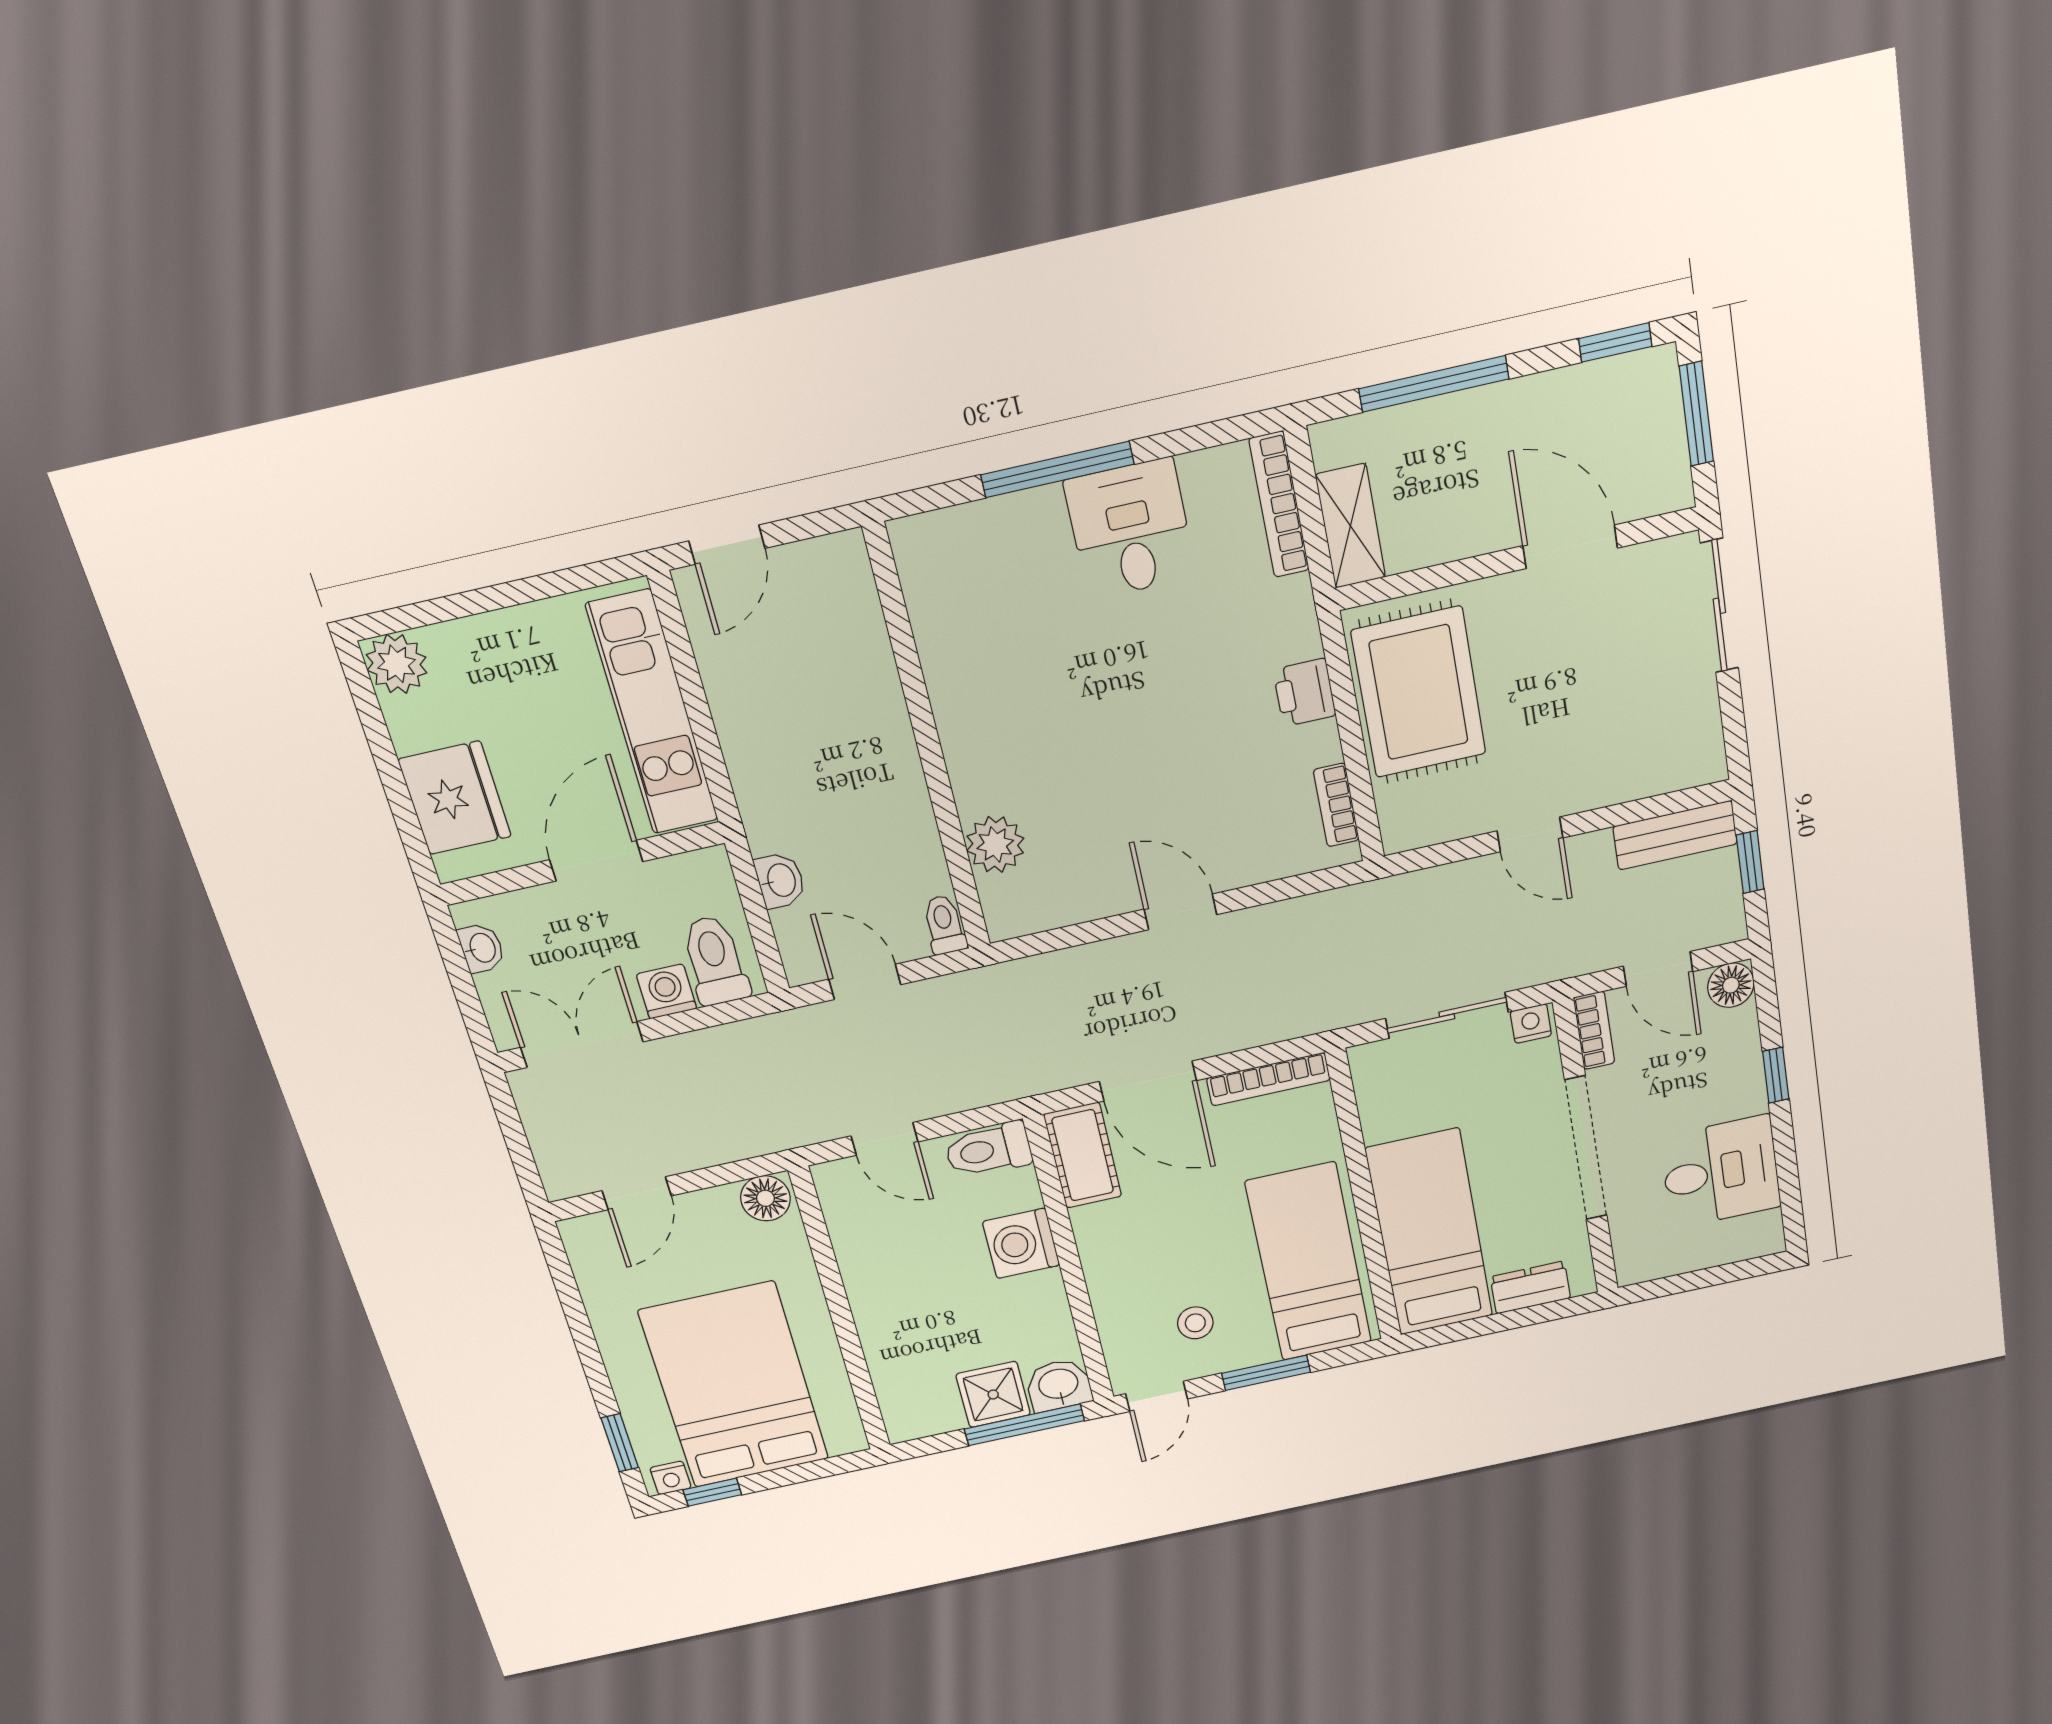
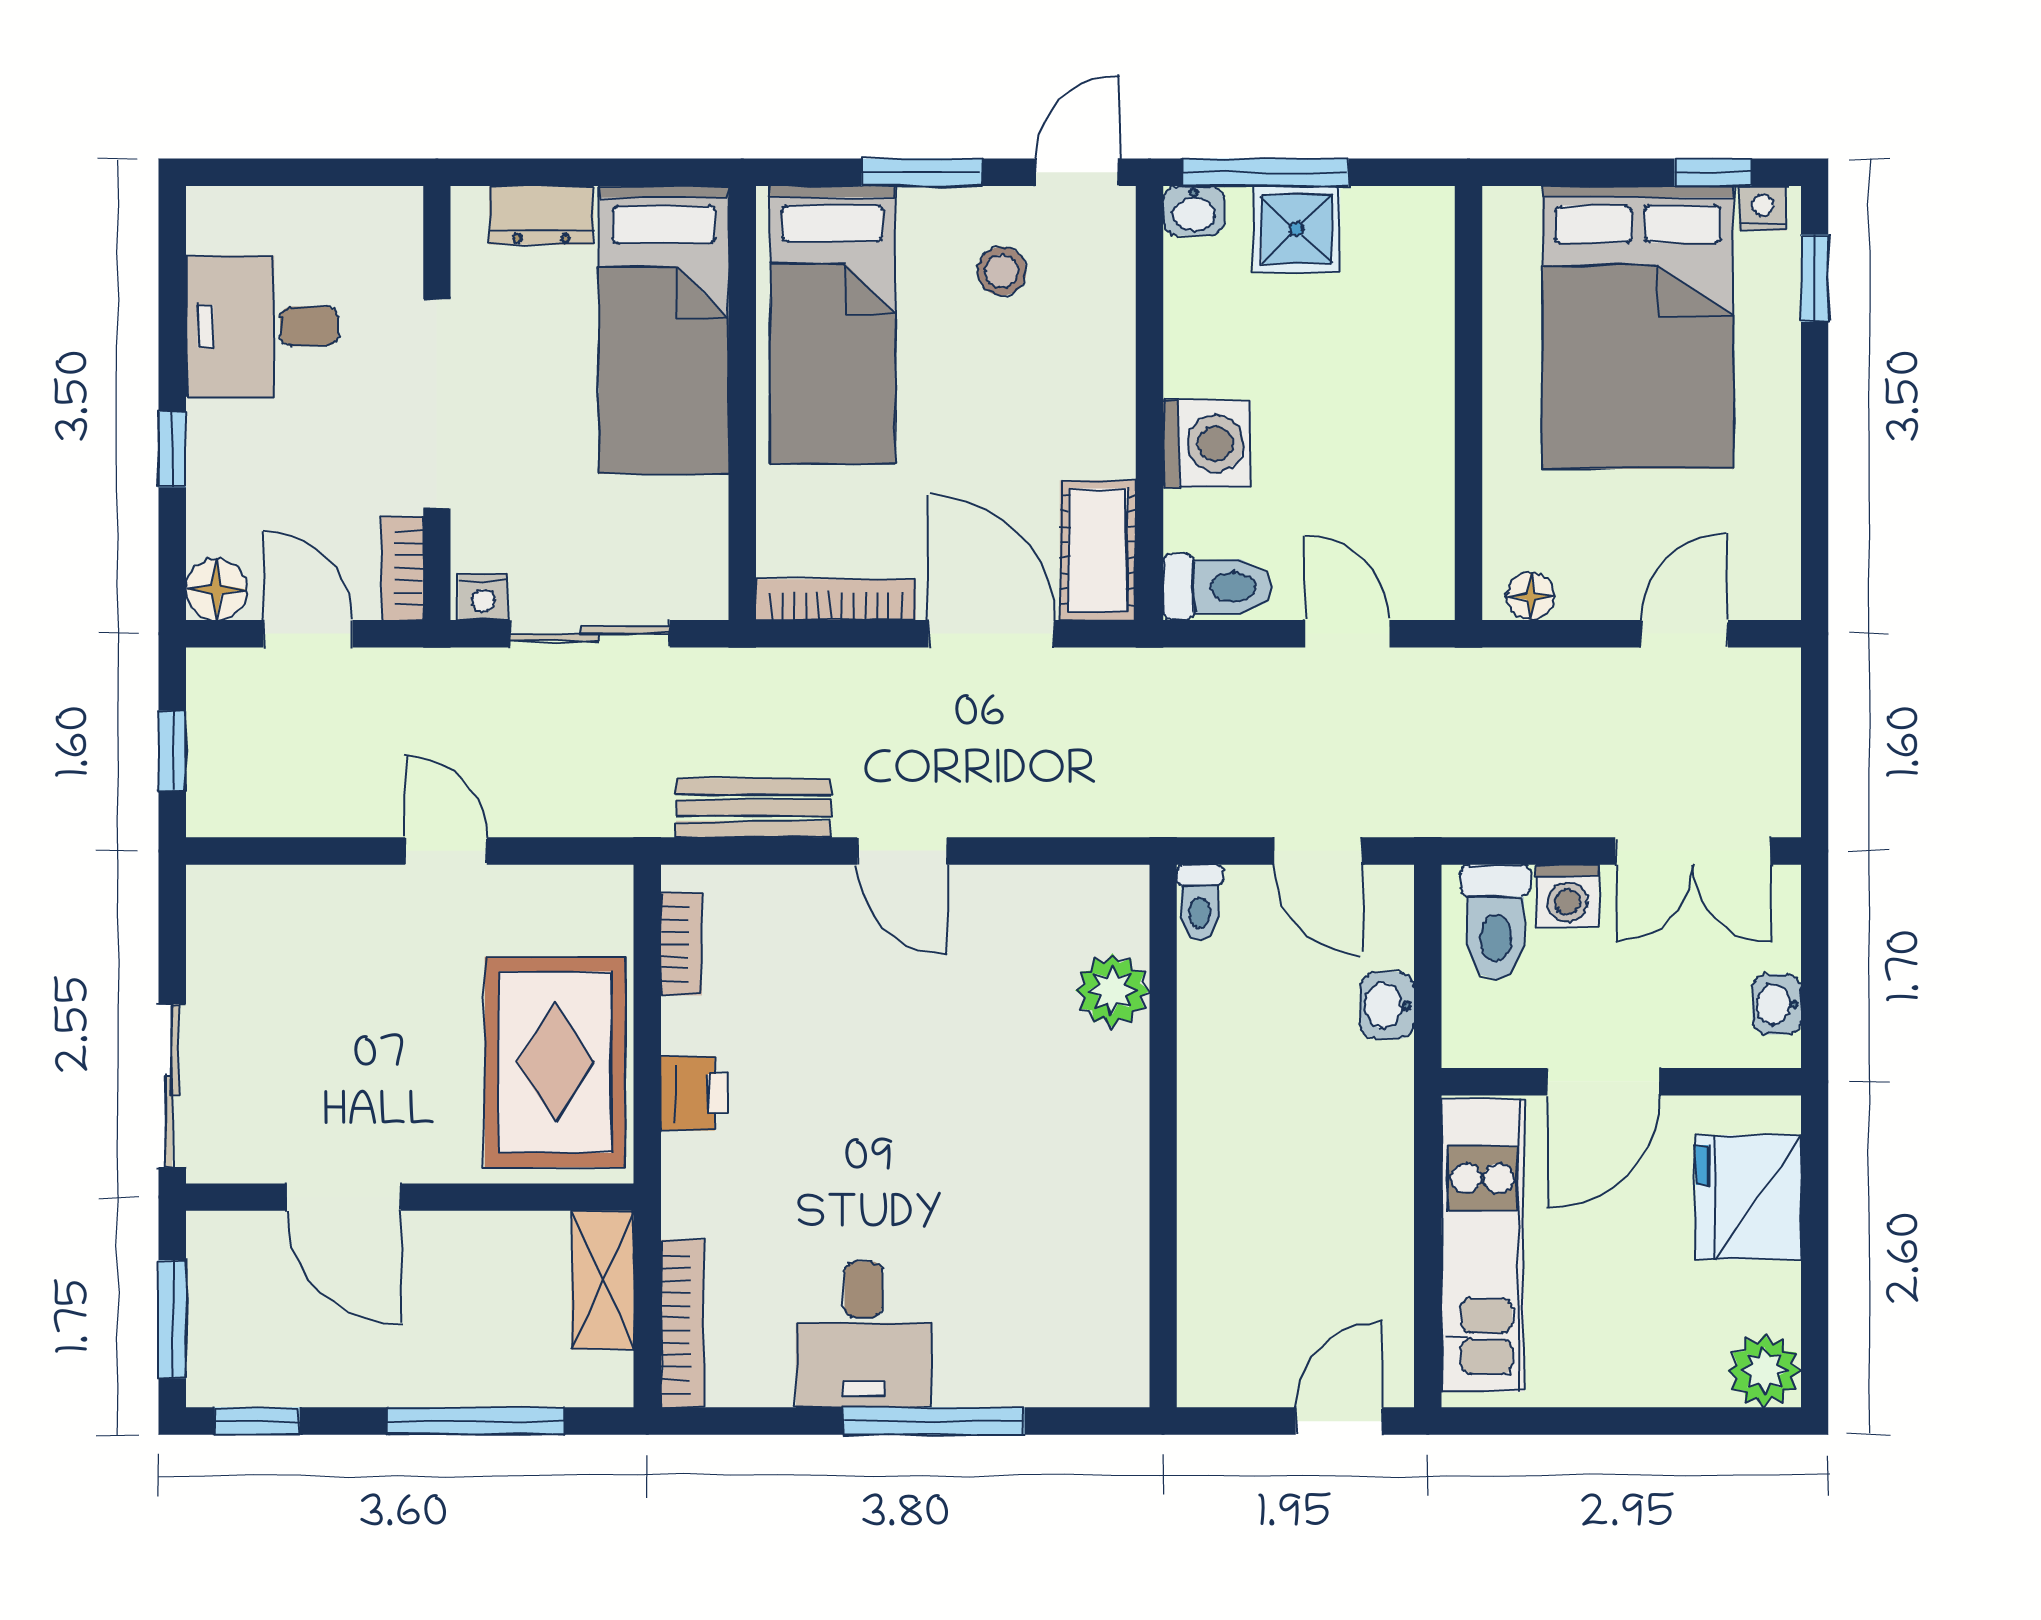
bench: (1675, 835) -> (753, 808), moved
floor lamp: (765, 1198) -> (1531, 596), width x0.73, depth x0.73
washbasin: (1059, 1385) -> (1194, 211), width x0.72, depth x0.69

